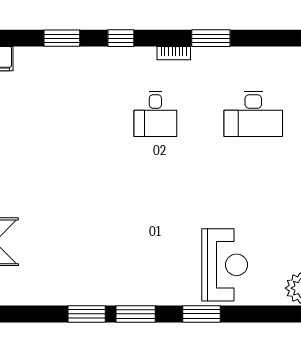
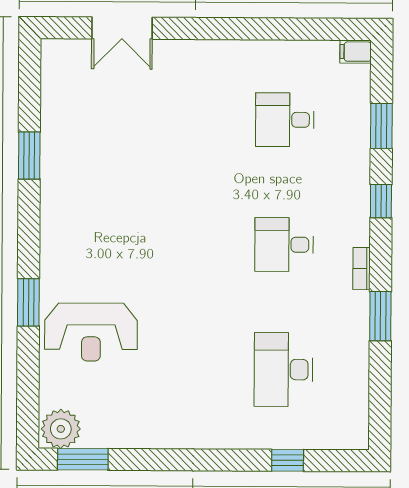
desk: (57, 114) -> (285, 120), added
window: (136, 314) -> (29, 218), removed

